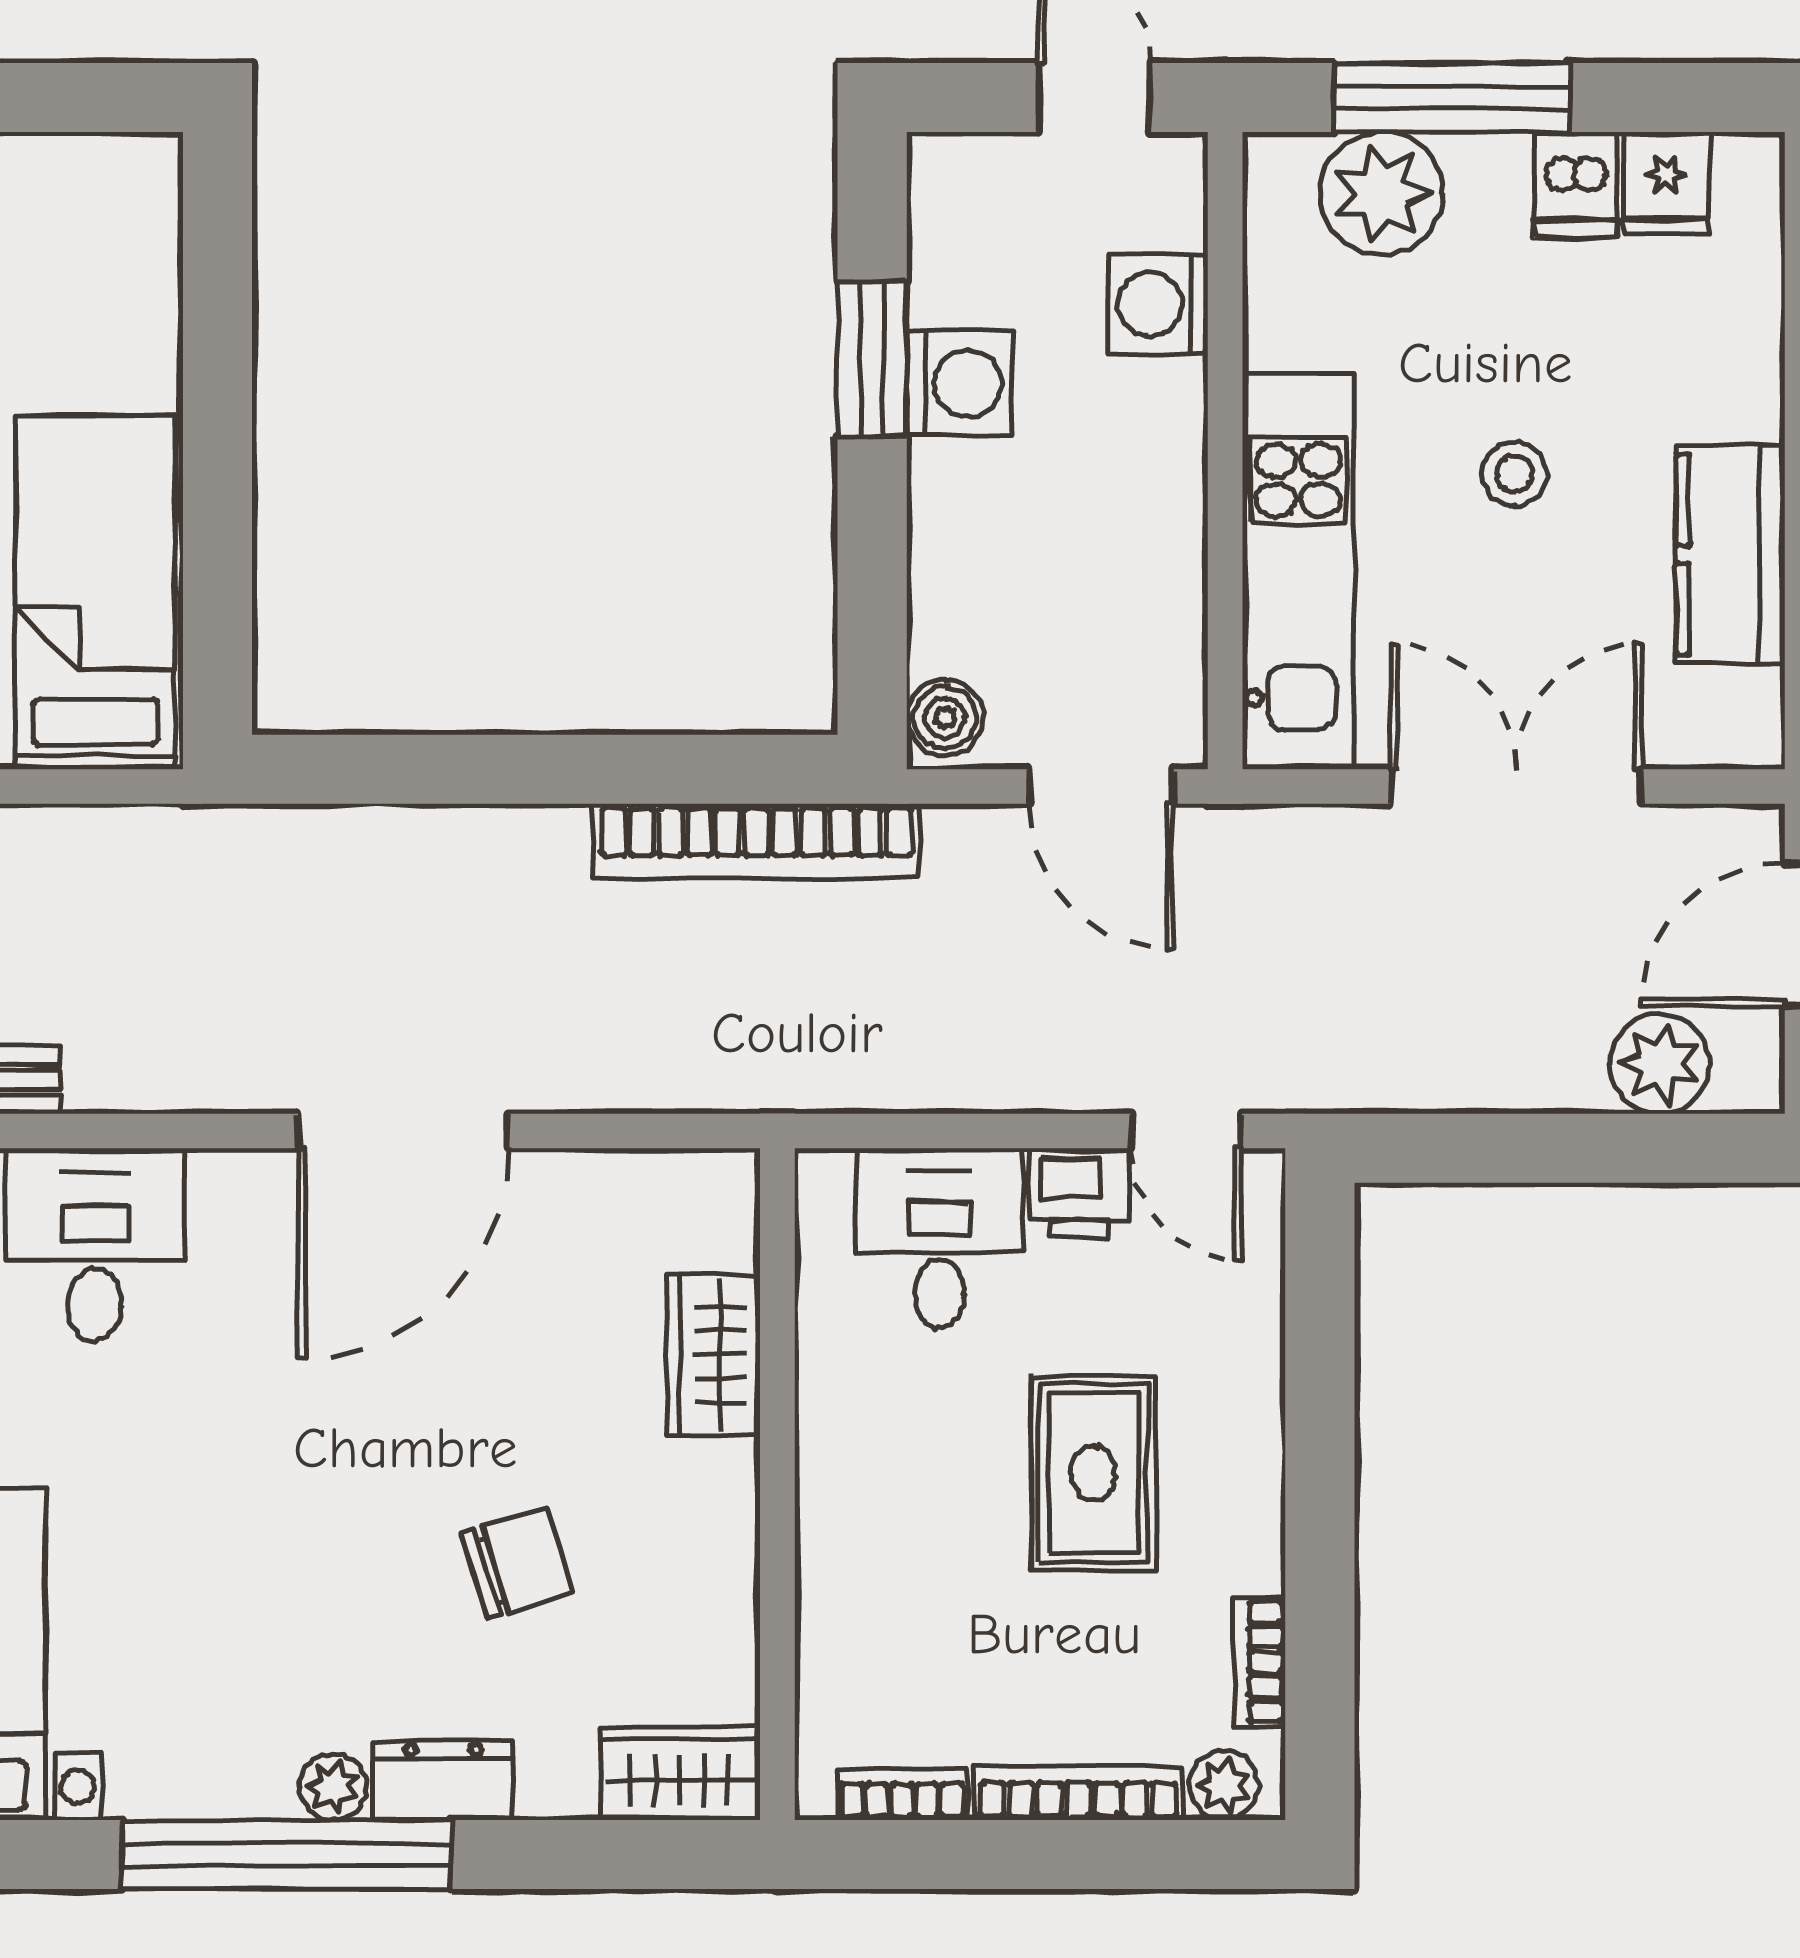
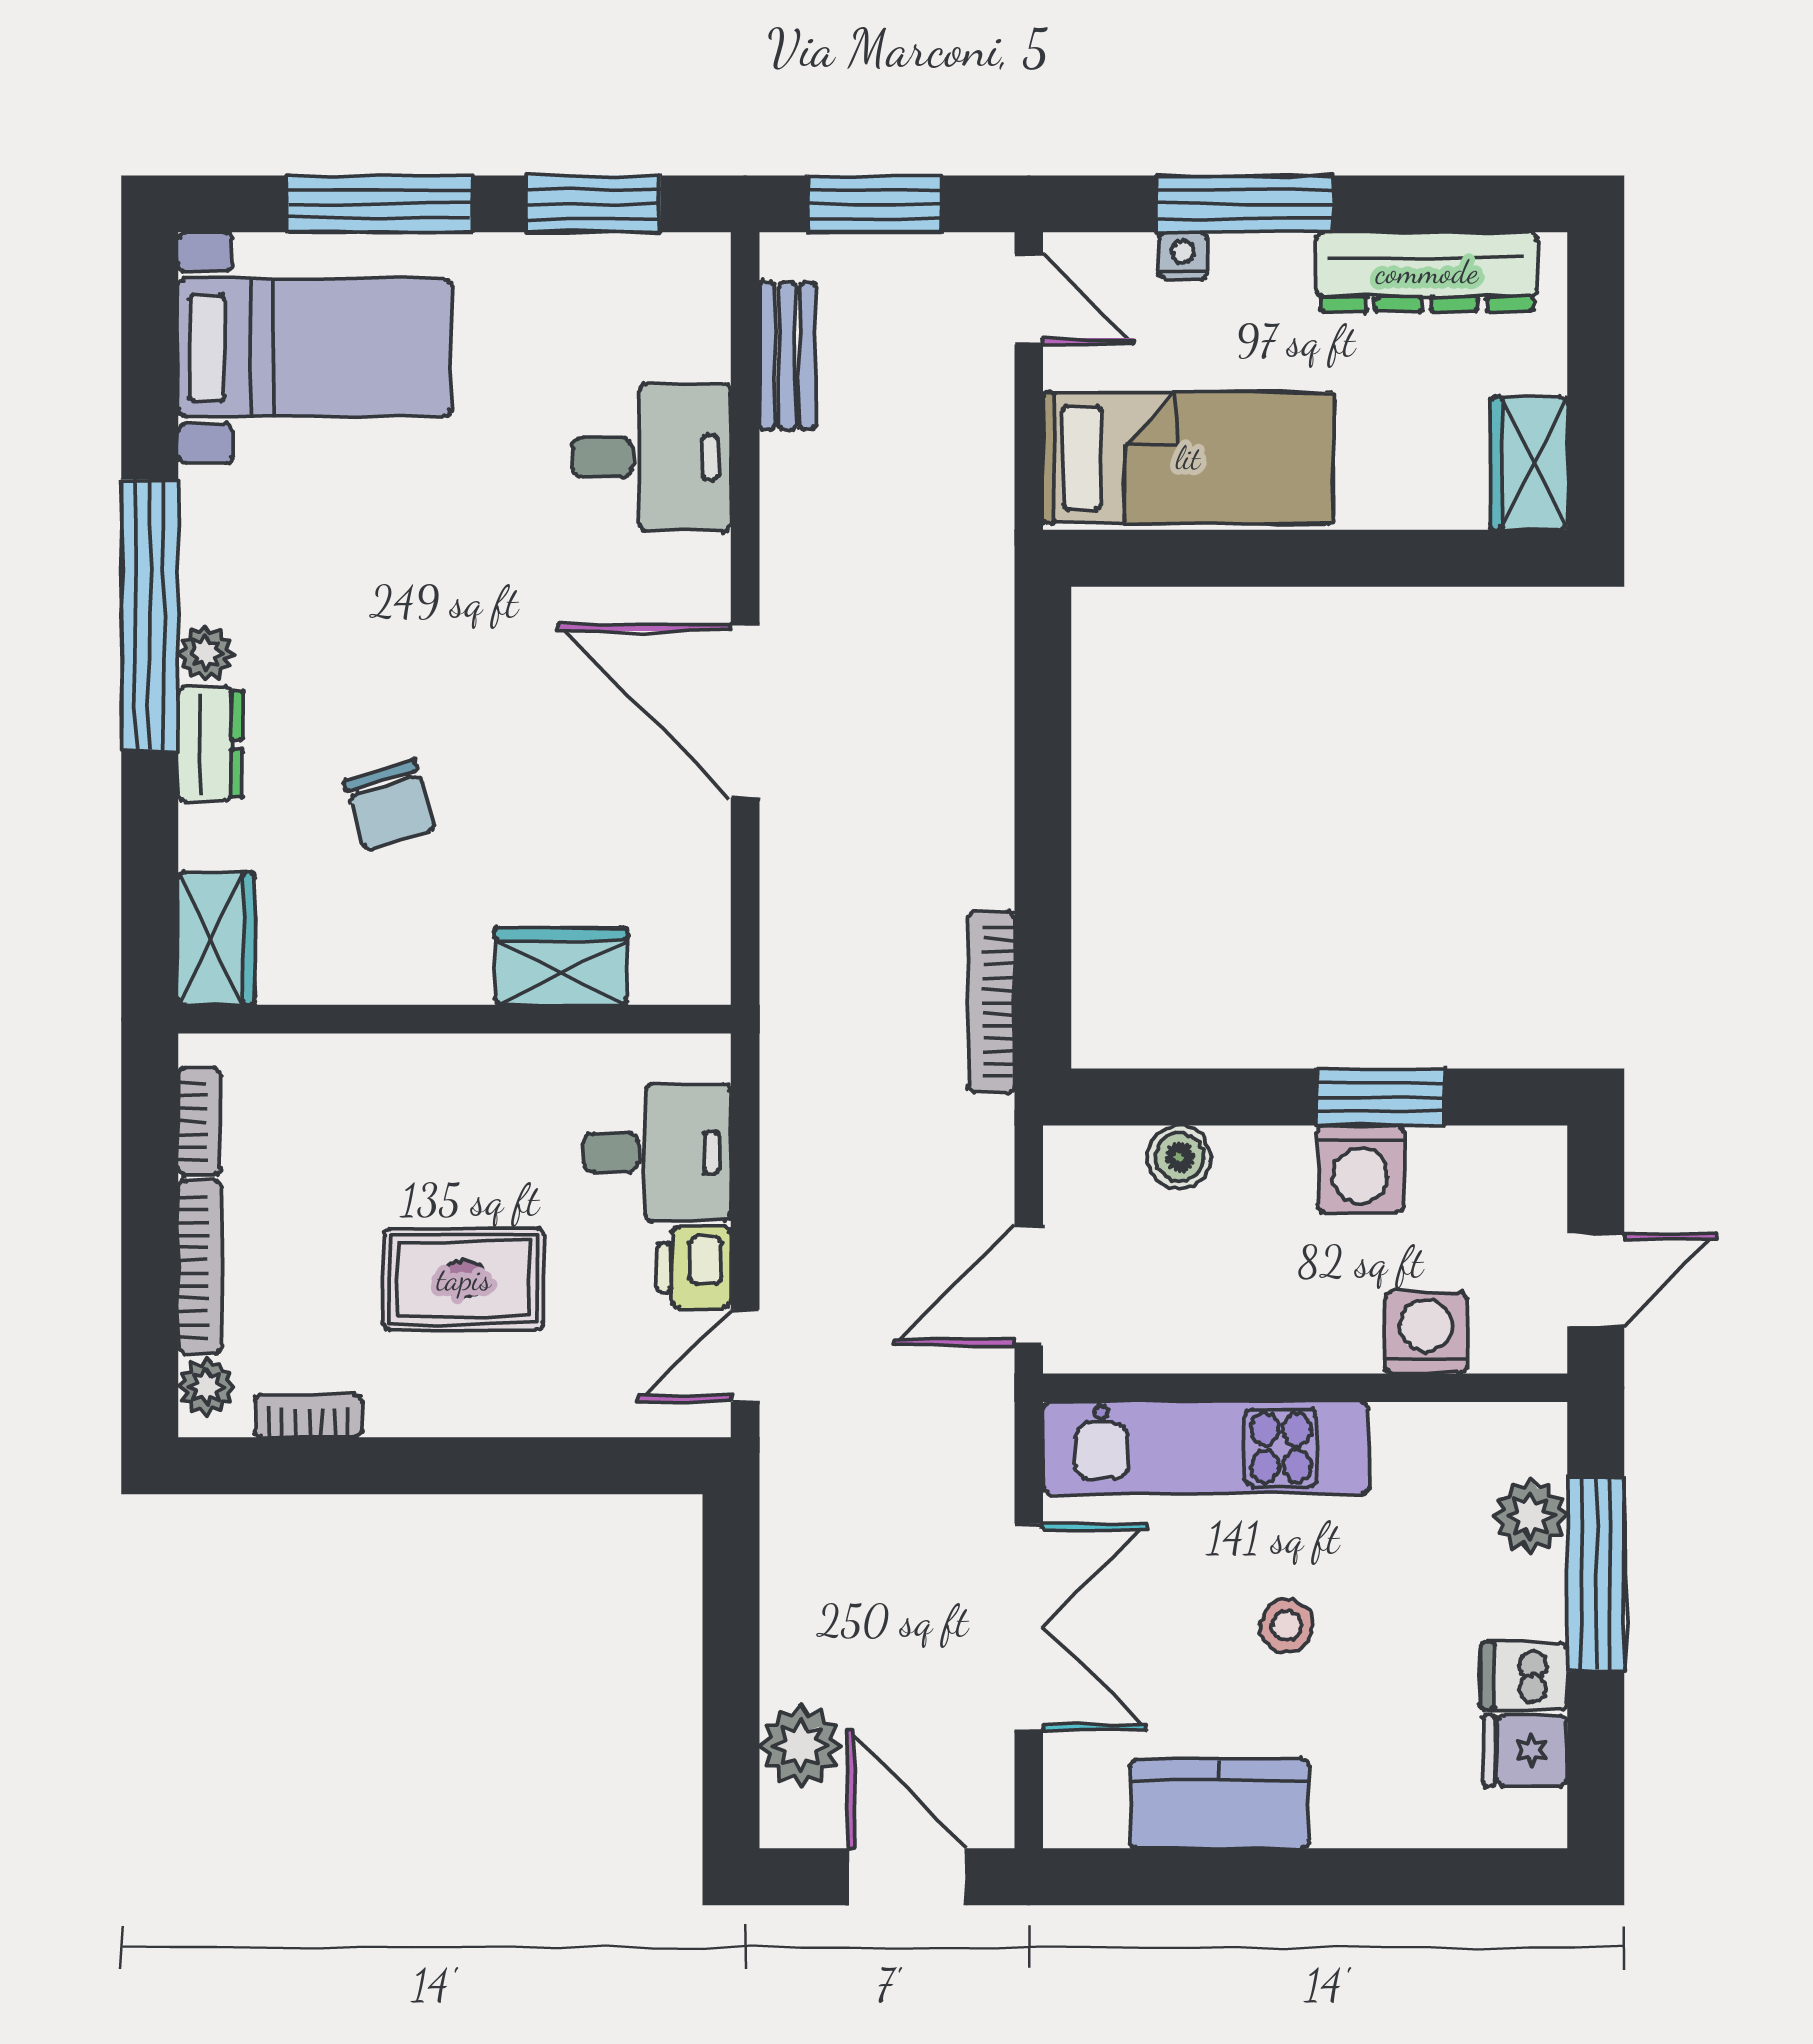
wardrobe: (102, 179) -> (1529, 463), added
plant: (1381, 193) -> (1530, 1516), width x0.73, depth x0.73
boiler: (945, 718) -> (1180, 1157), moved
bookcase: (756, 841) -> (991, 1002), width x0.68, depth x0.76

